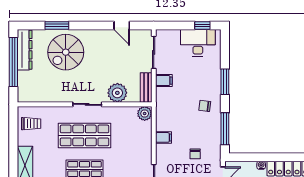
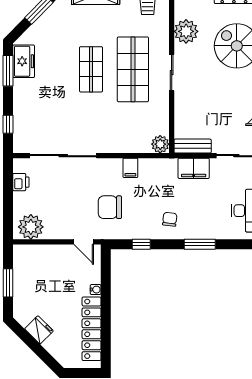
filing cabinet: (164, 81) -> (194, 168), width x2.00
plant: (117, 93) -> (186, 31), moved
window: (225, 129) -> (141, 244), width x0.46
chair: (195, 154) -> (110, 207), width x1.87, depth x1.87

